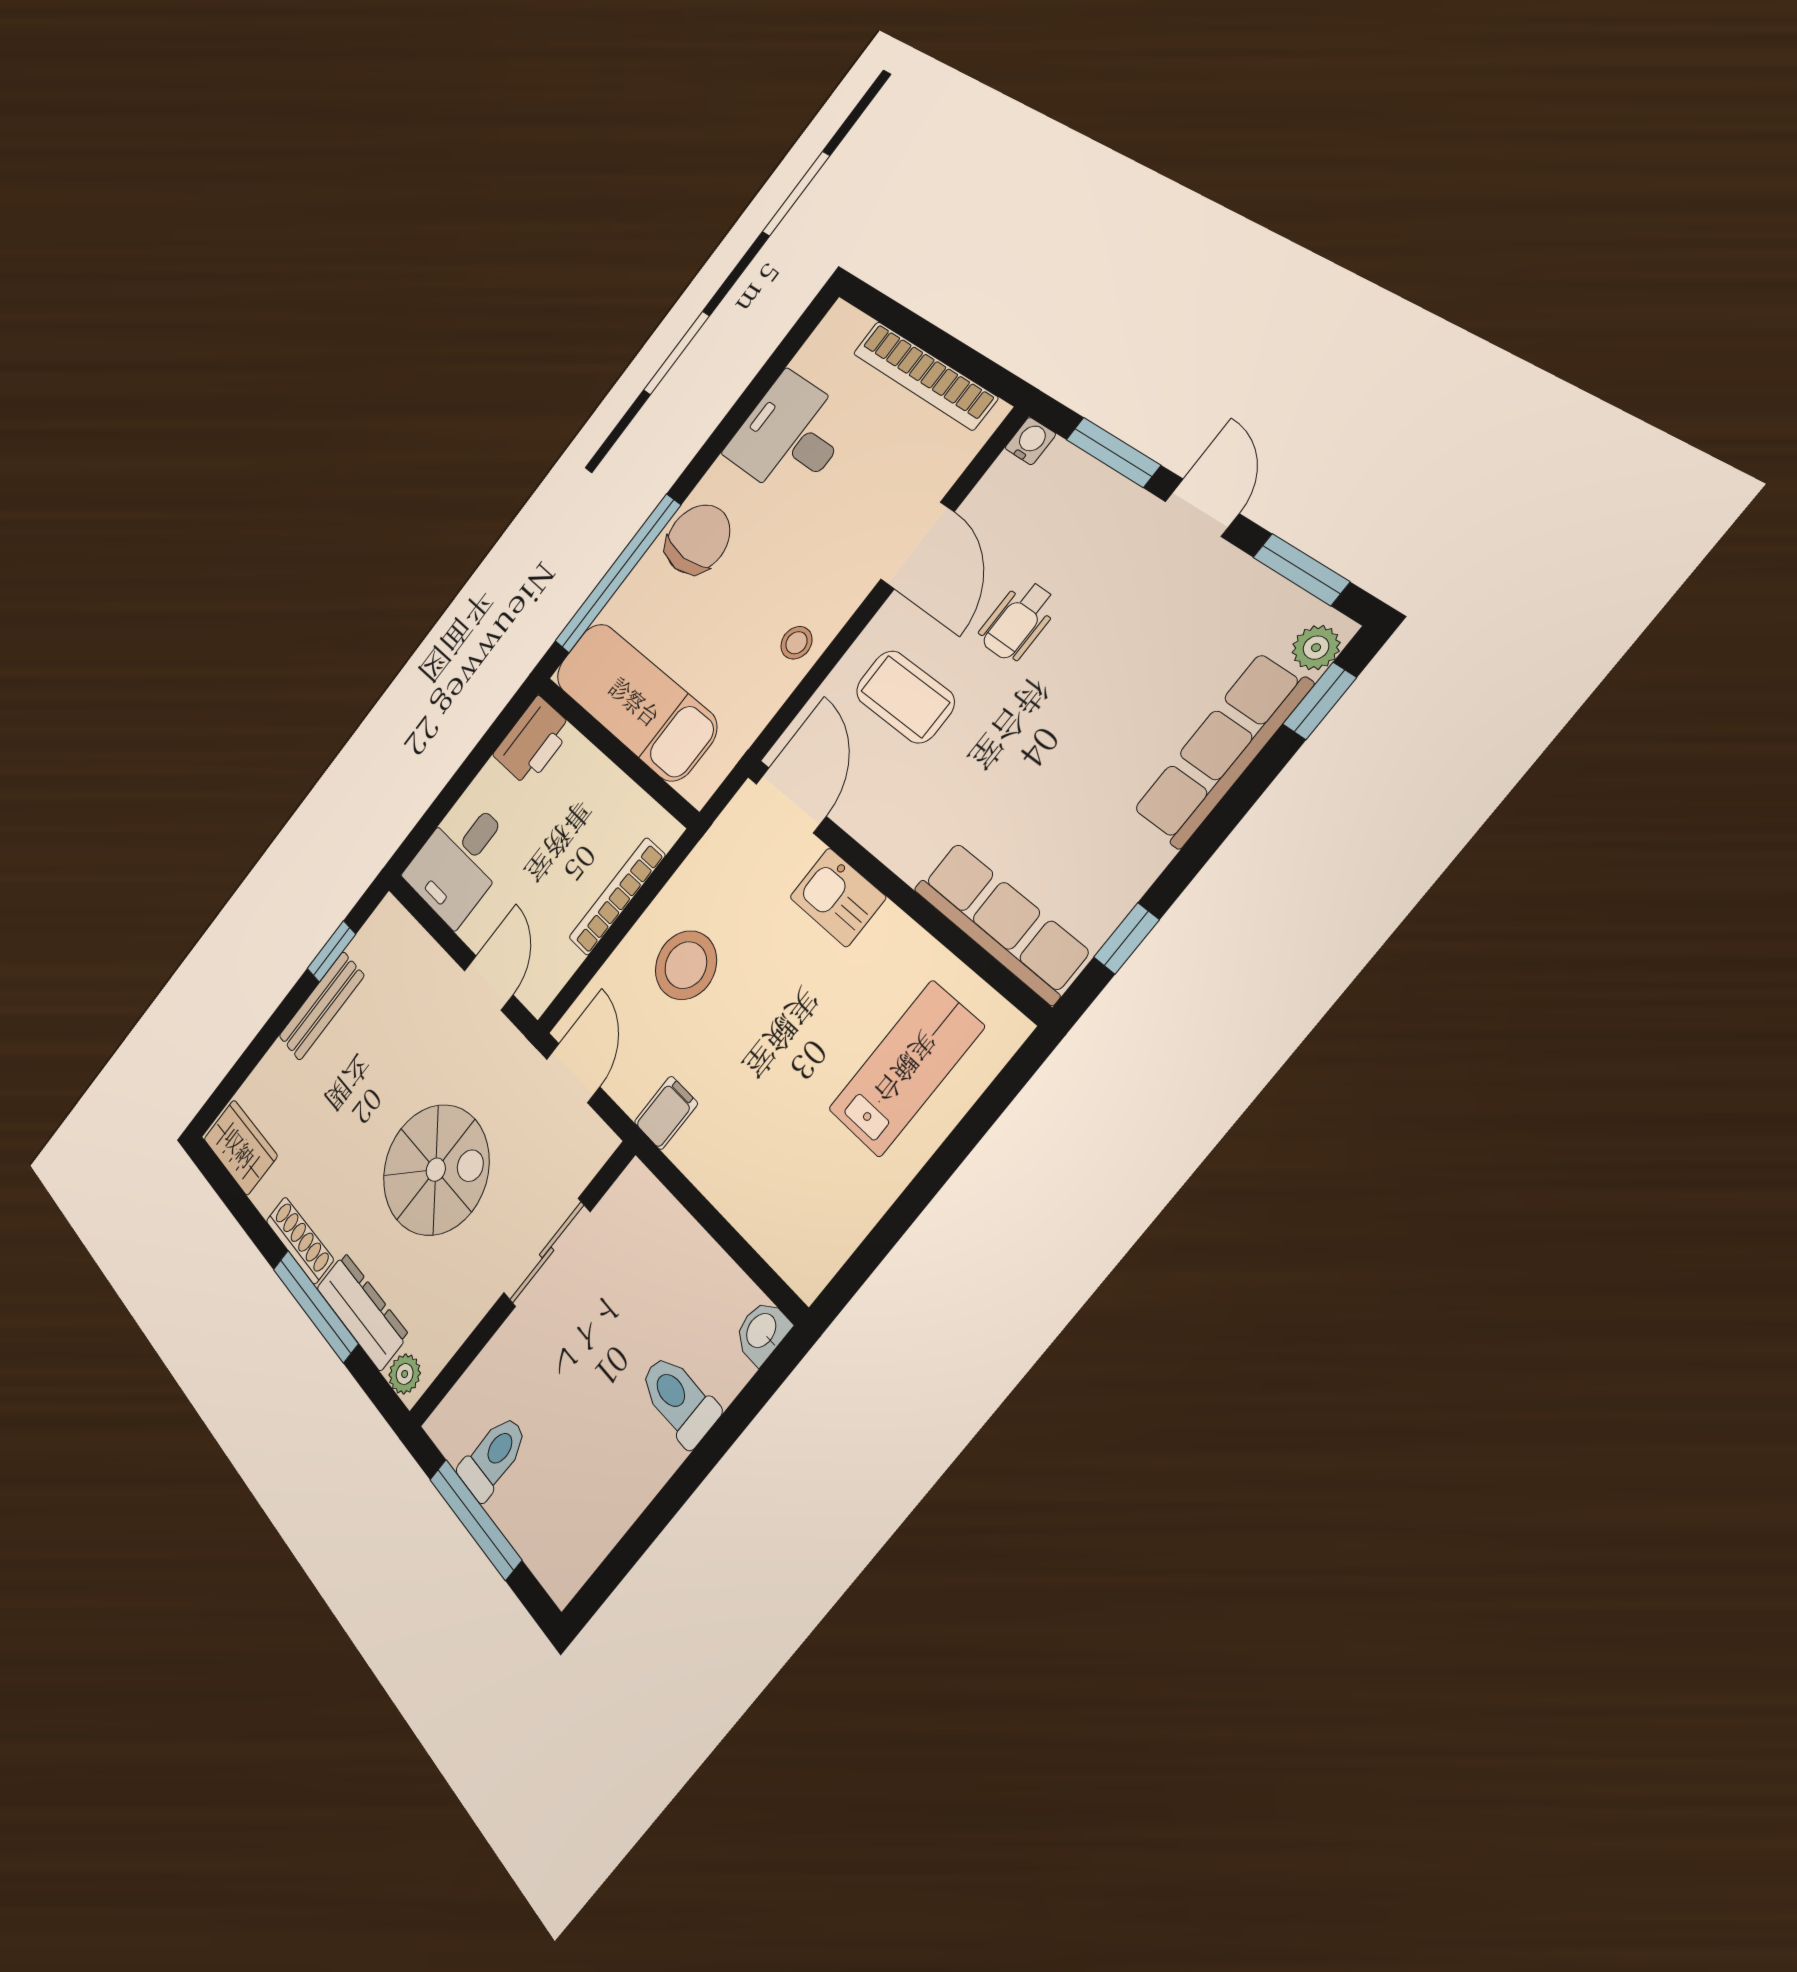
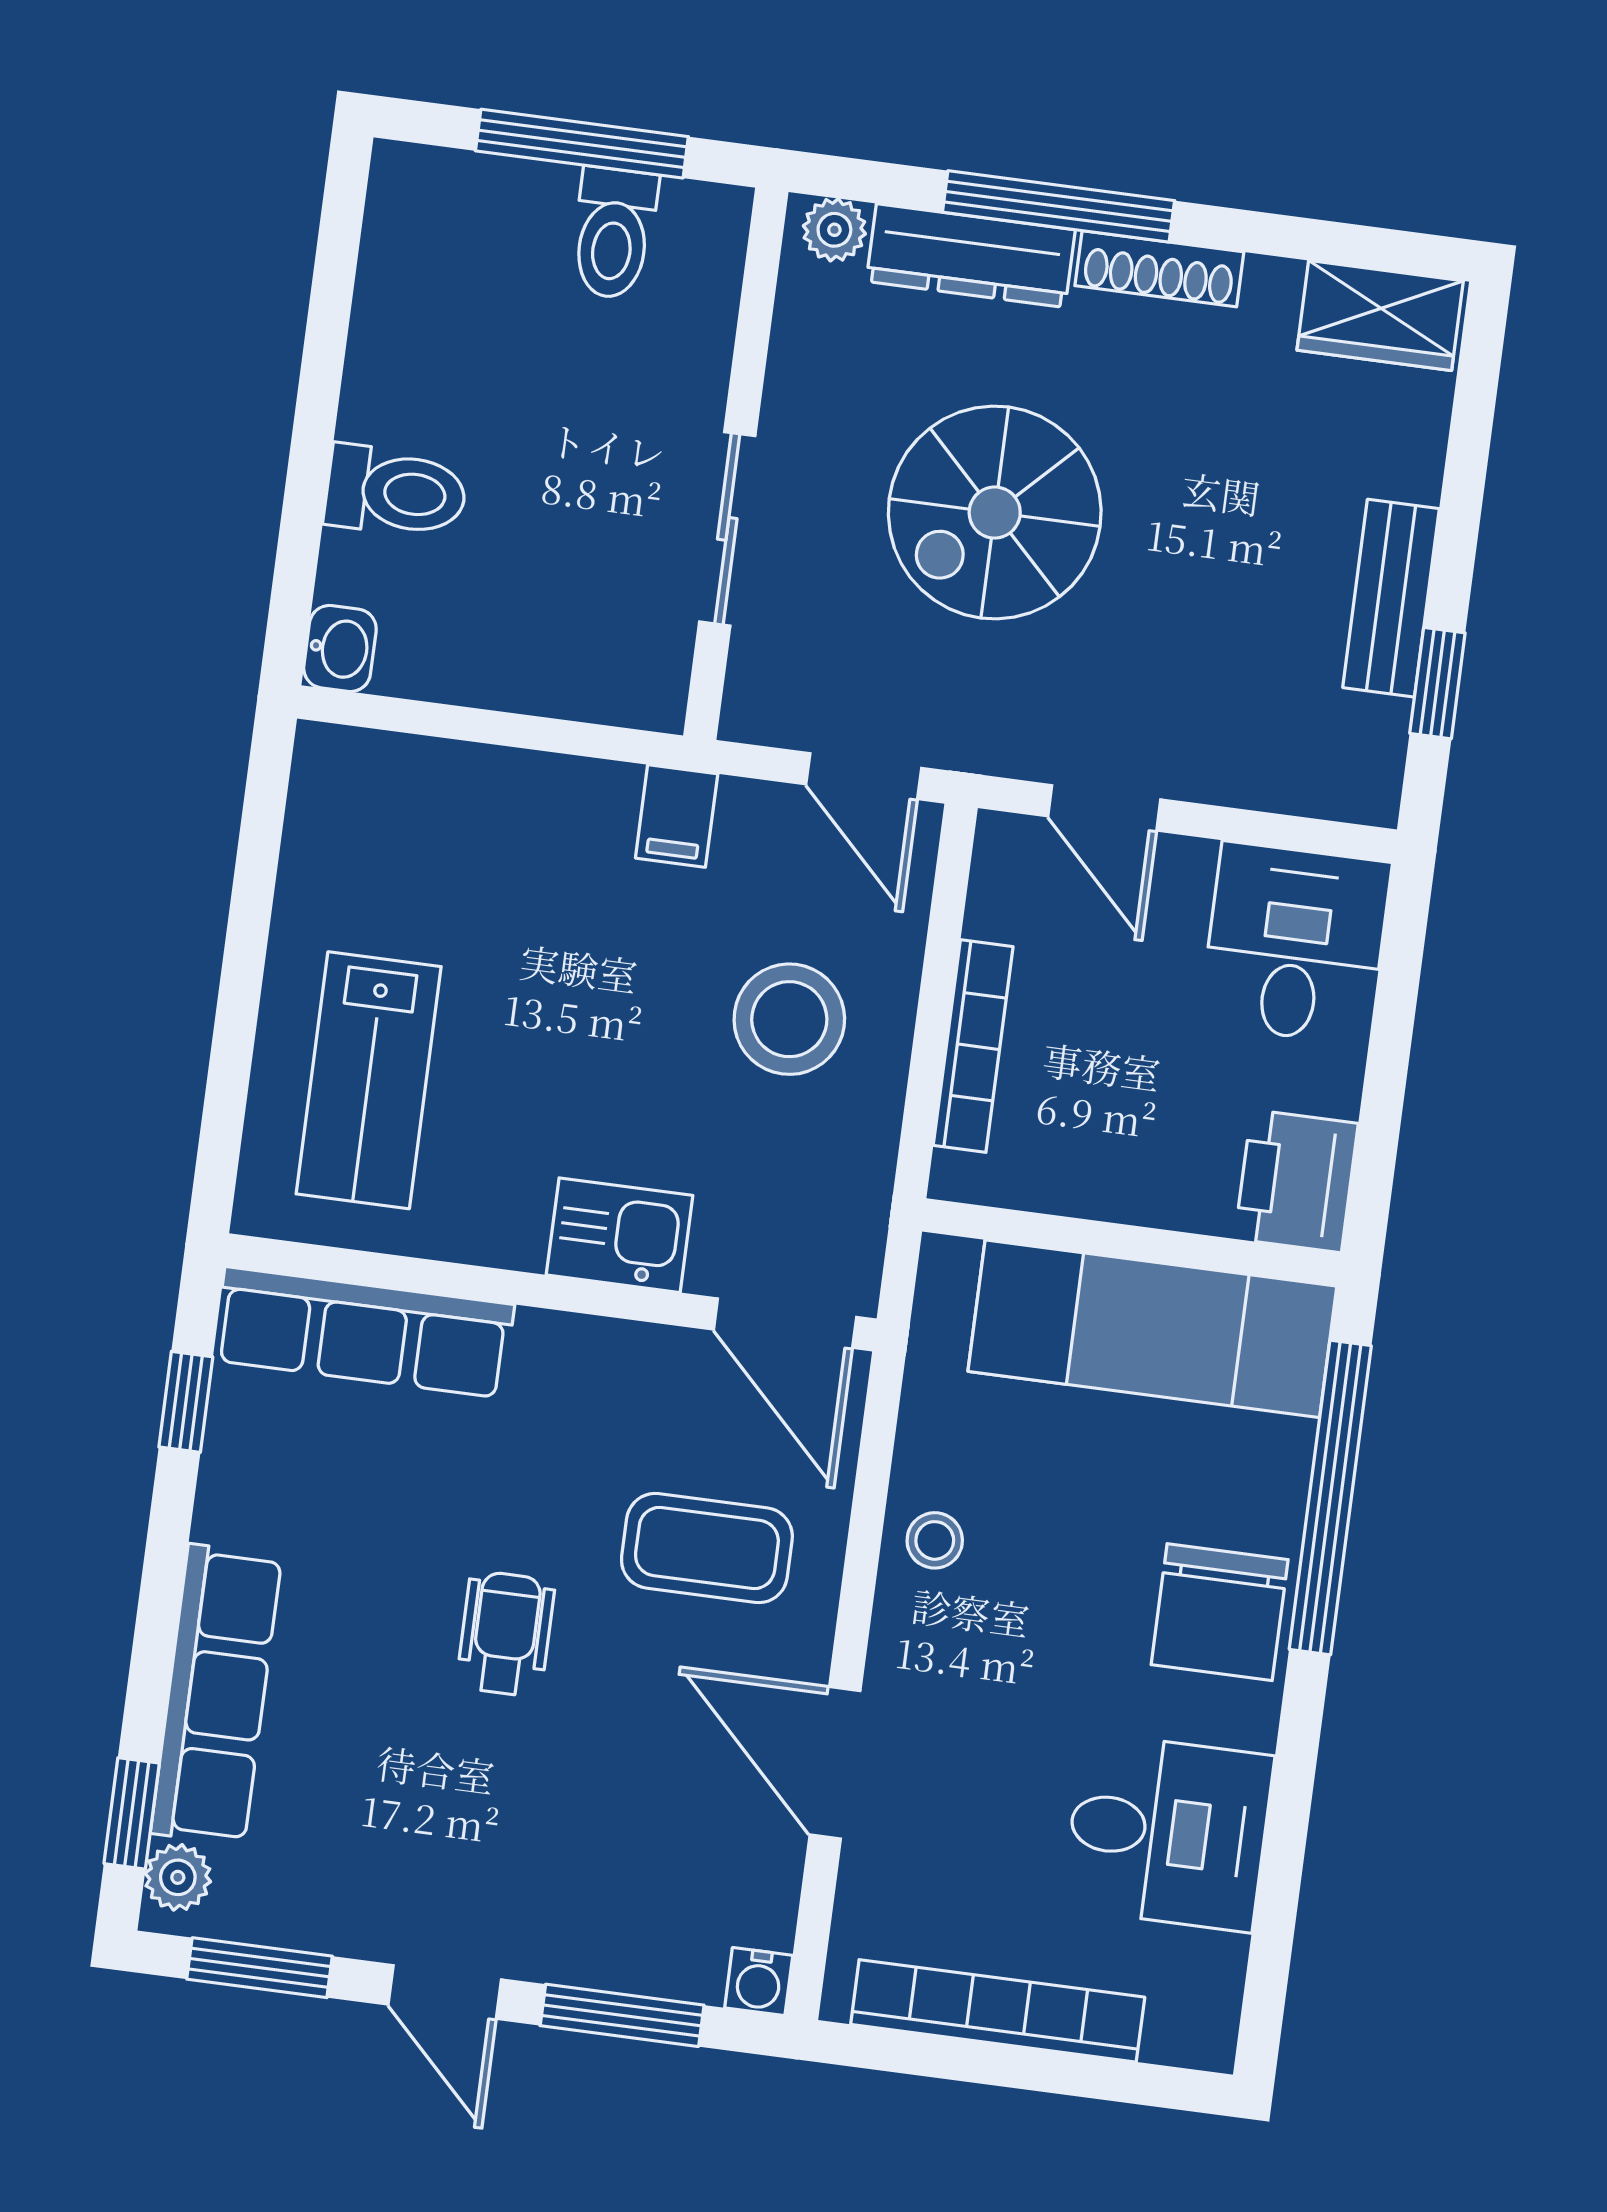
wheelchair: (1018, 621) -> (506, 1634), moved

